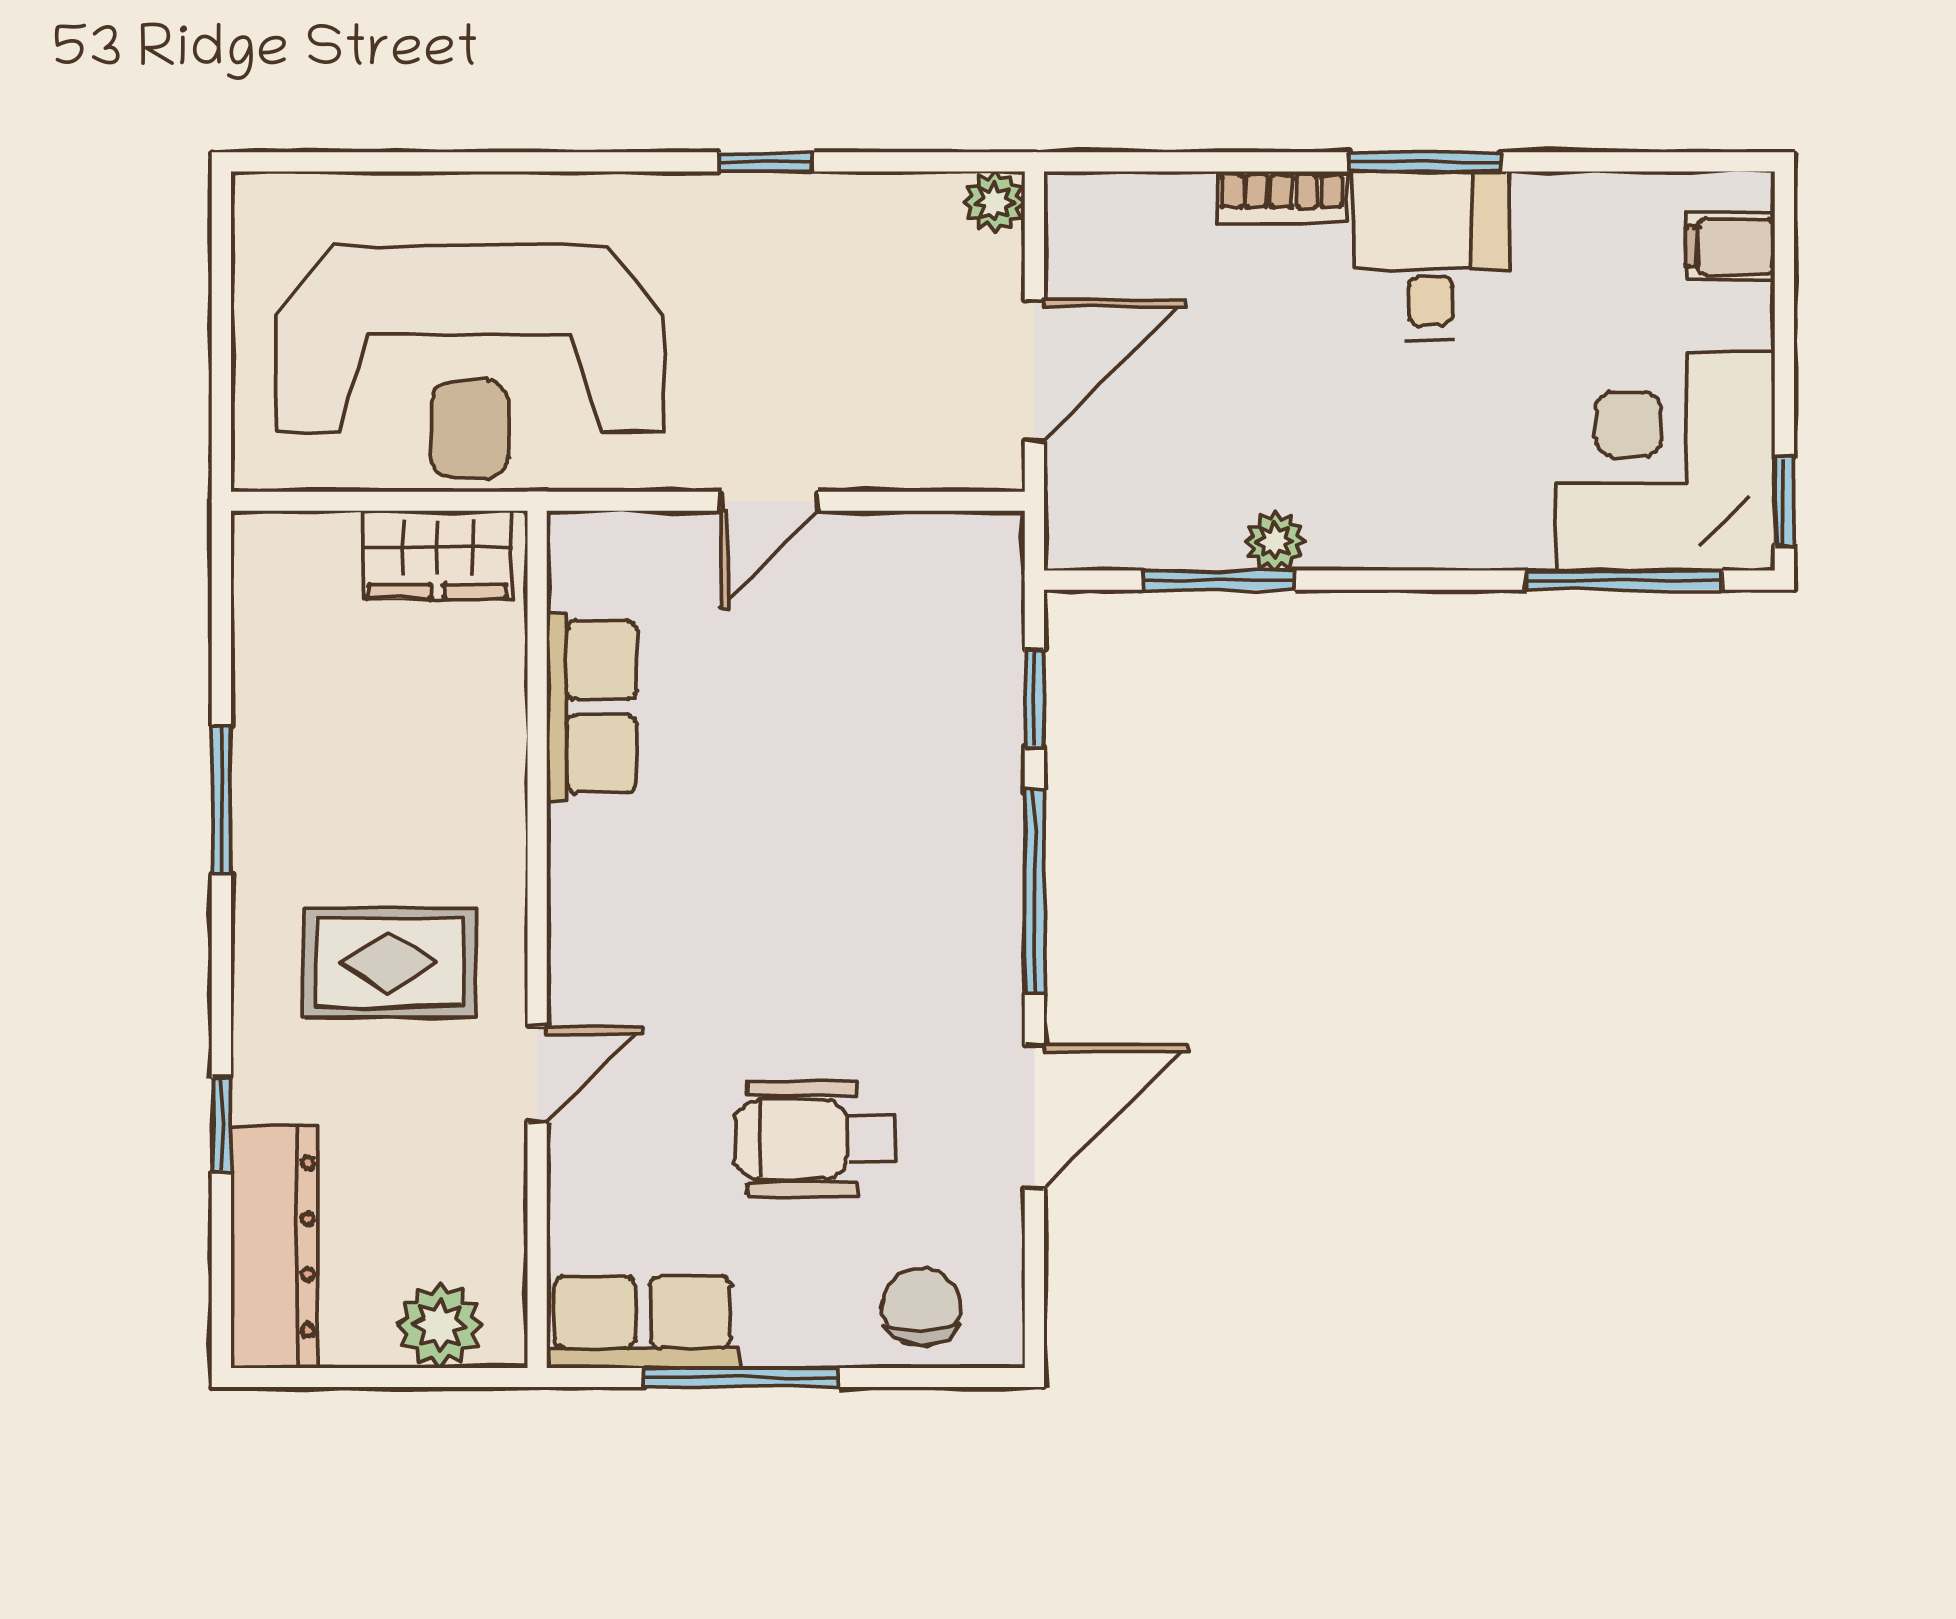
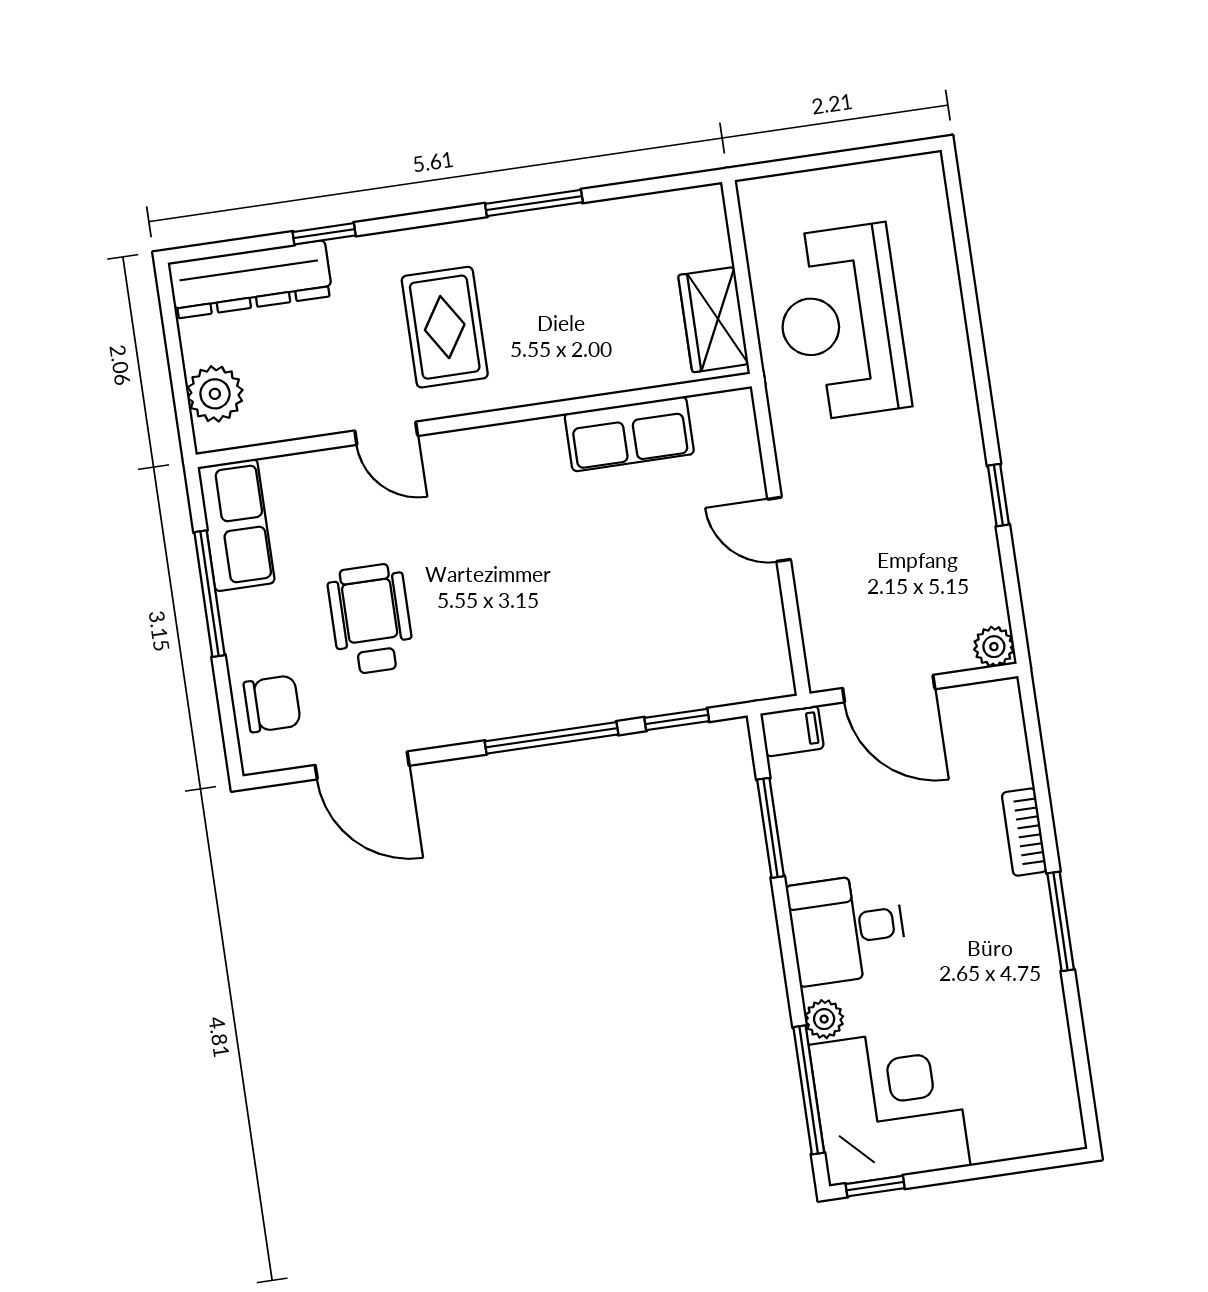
filing cabinet: (1730, 247) -> (792, 731), moved, turned 90
desk: (1431, 255) -> (847, 929), moved, turned 180
reception desk: (470, 362) -> (841, 322), width x0.74, depth x0.77
plant: (1275, 541) -> (824, 1019), moved
door: (1034, 1116) -> (362, 765), moved

